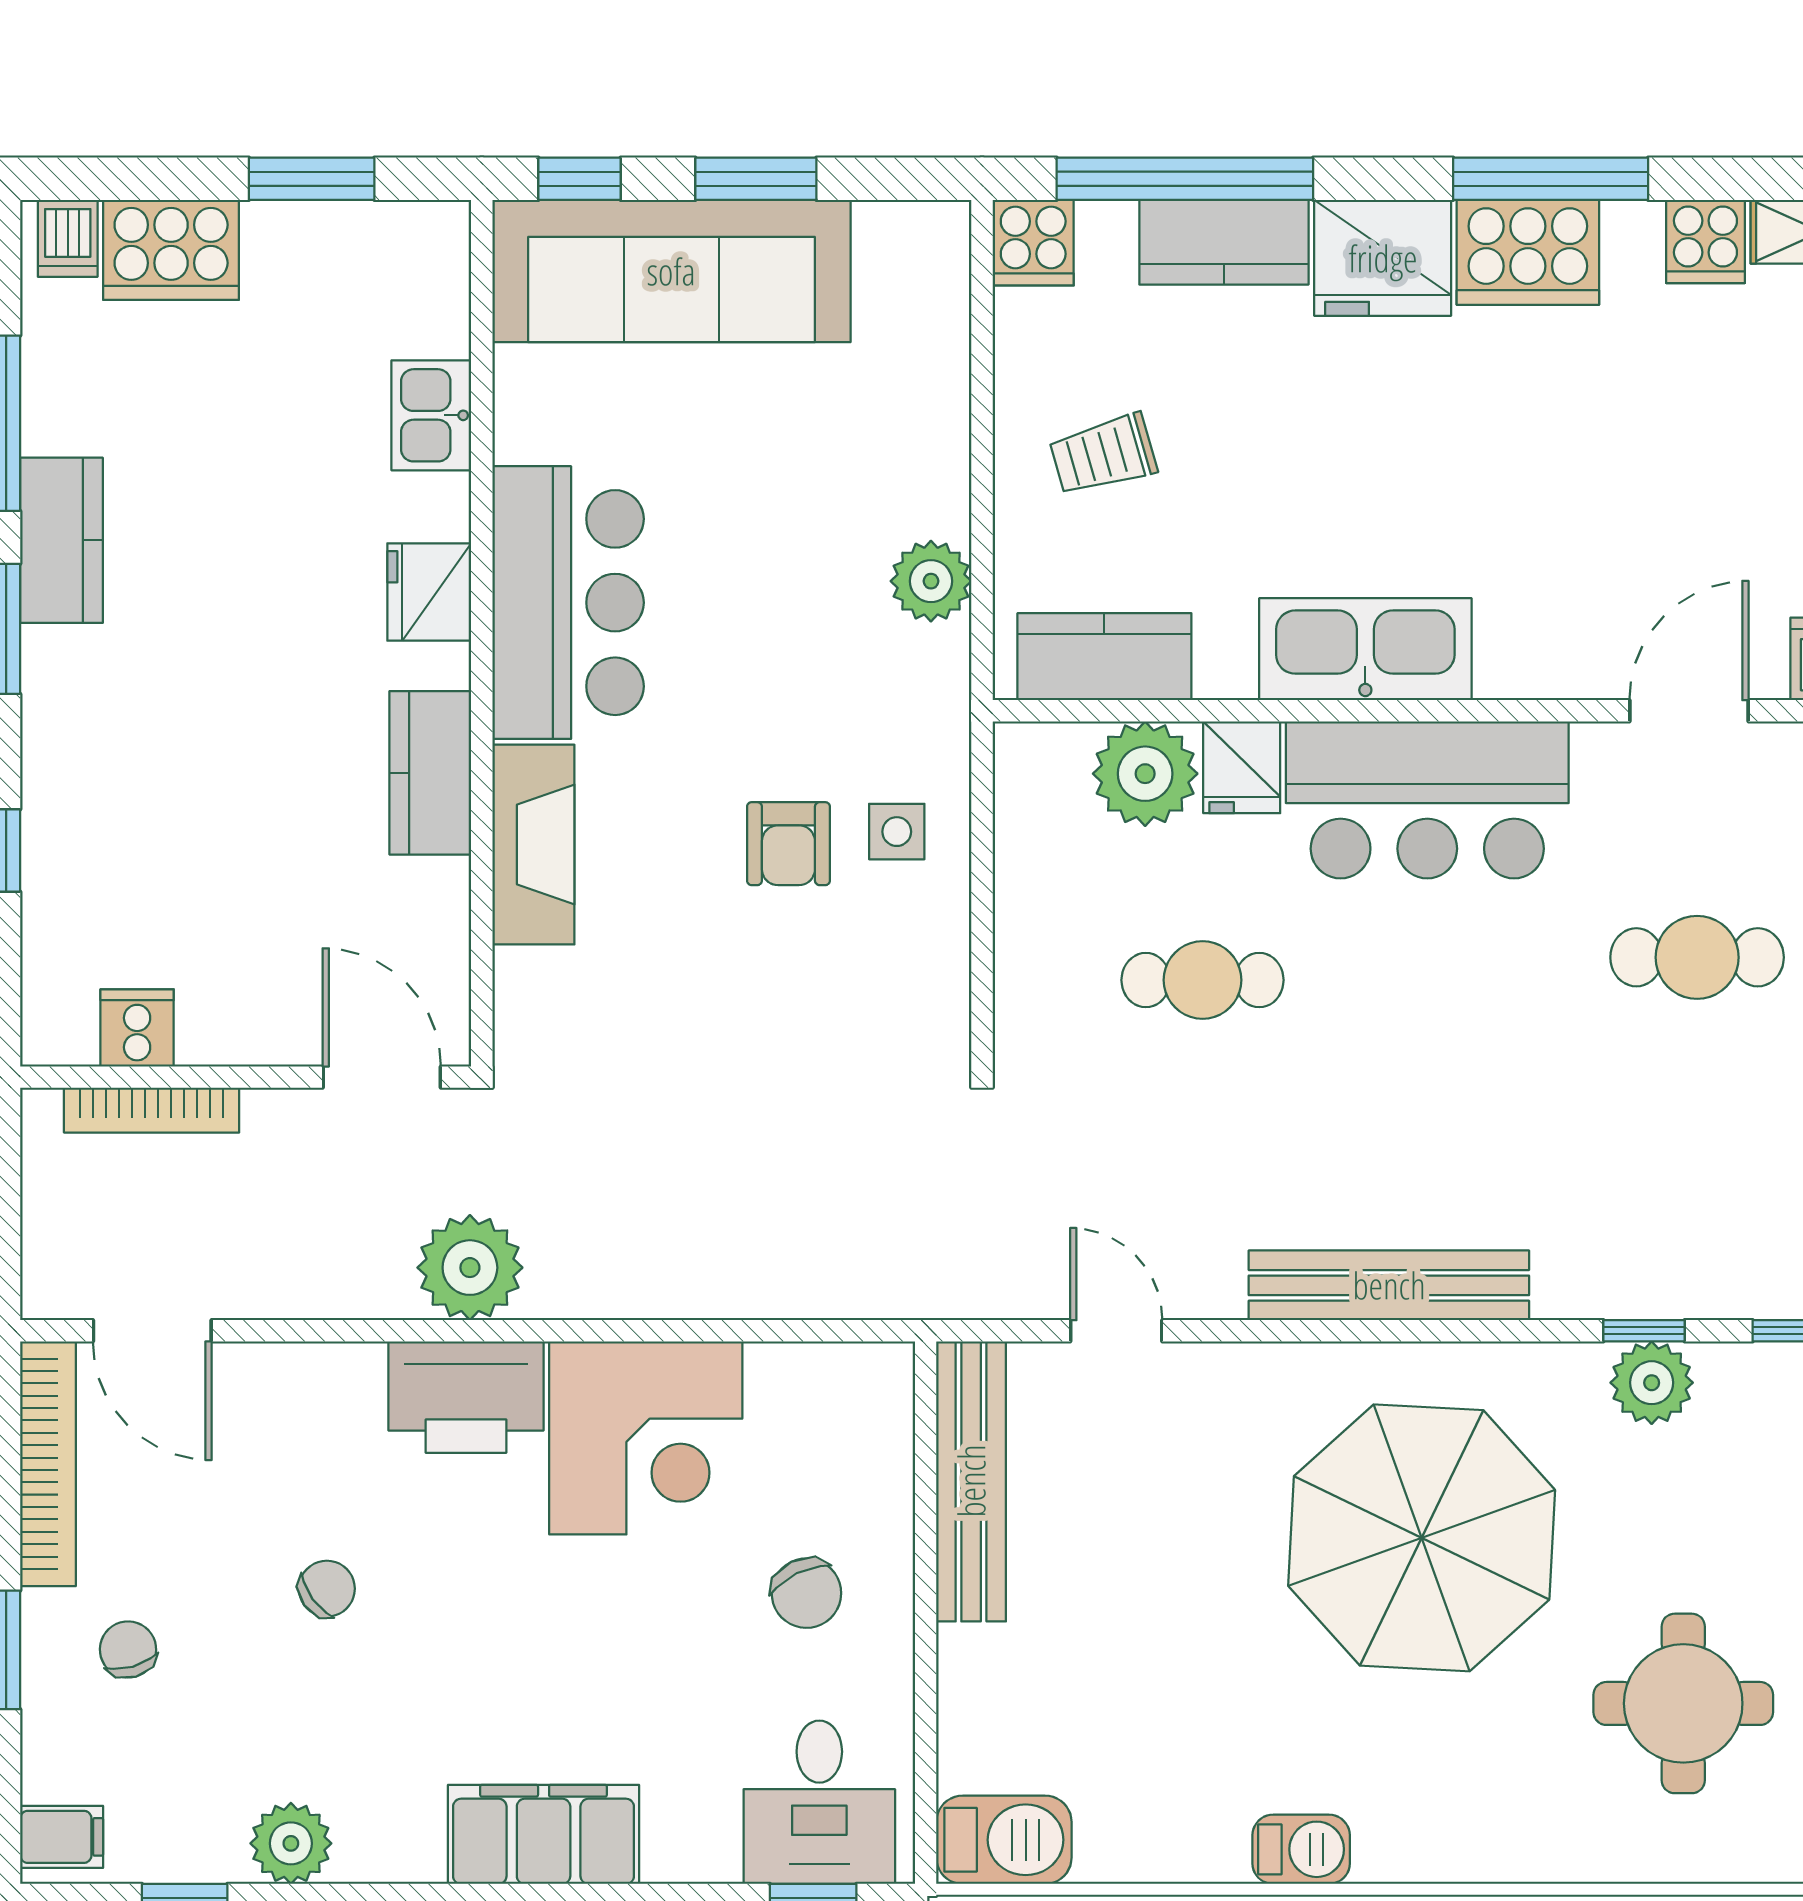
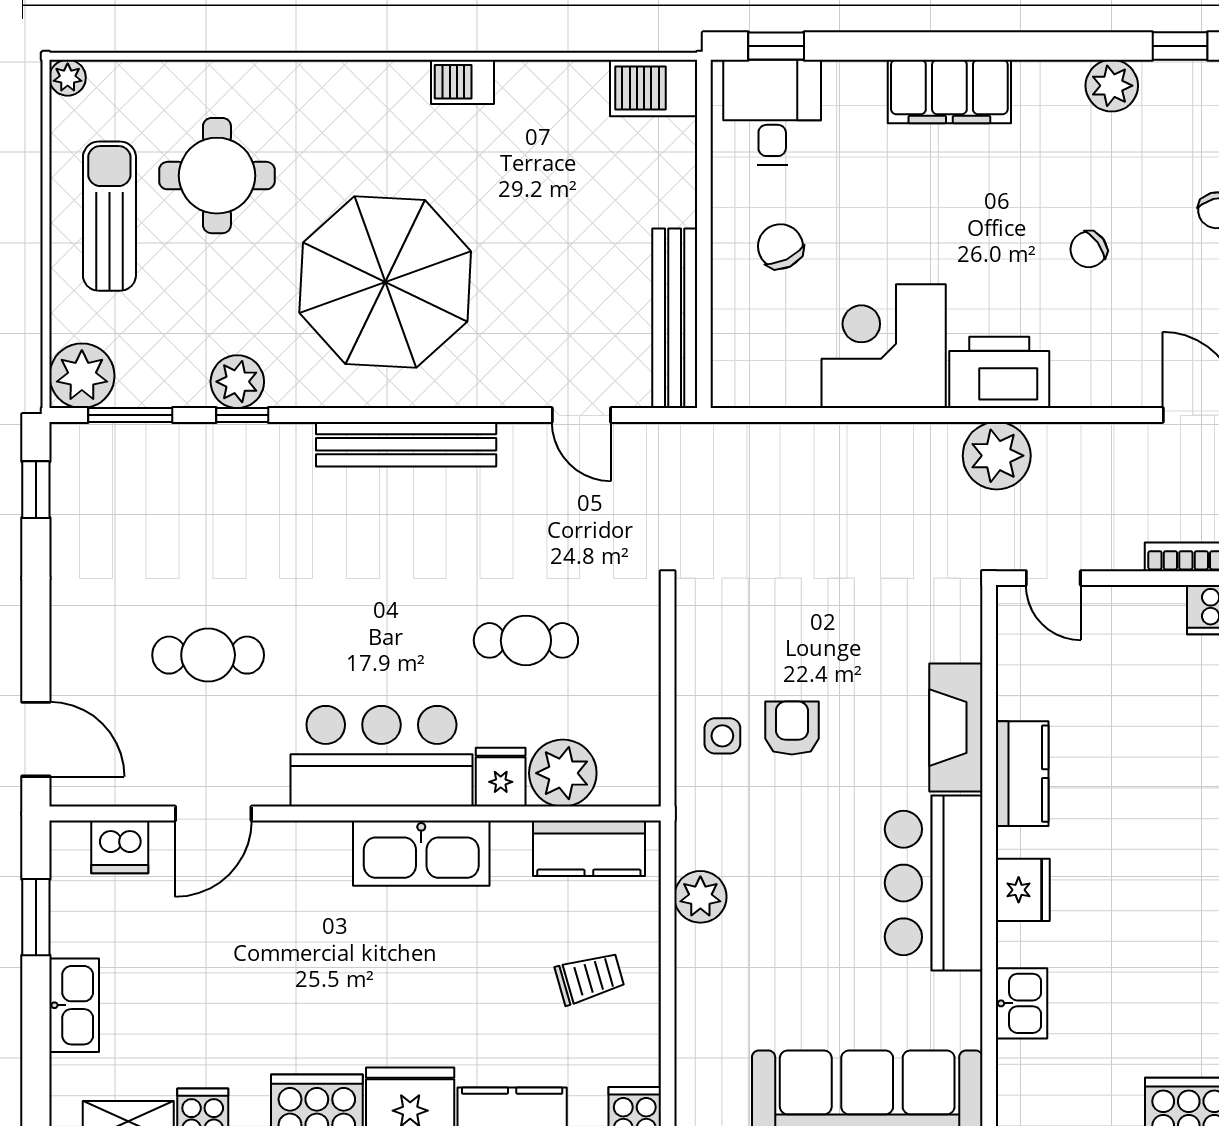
door: (382, 1077) -> (1053, 578), width x0.73

